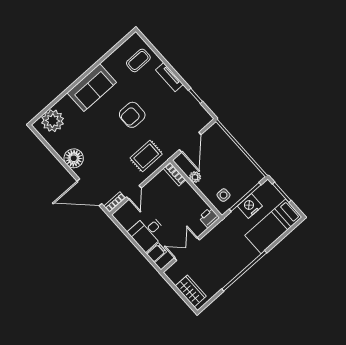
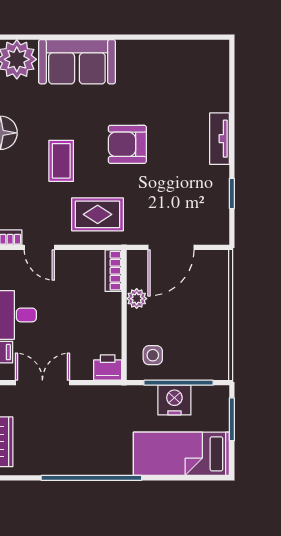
coffee table: (138, 60) -> (61, 161), moved, turned 90
sofa: (92, 88) -> (77, 62), moved
door: (134, 192) -> (39, 247), hinge flipped

